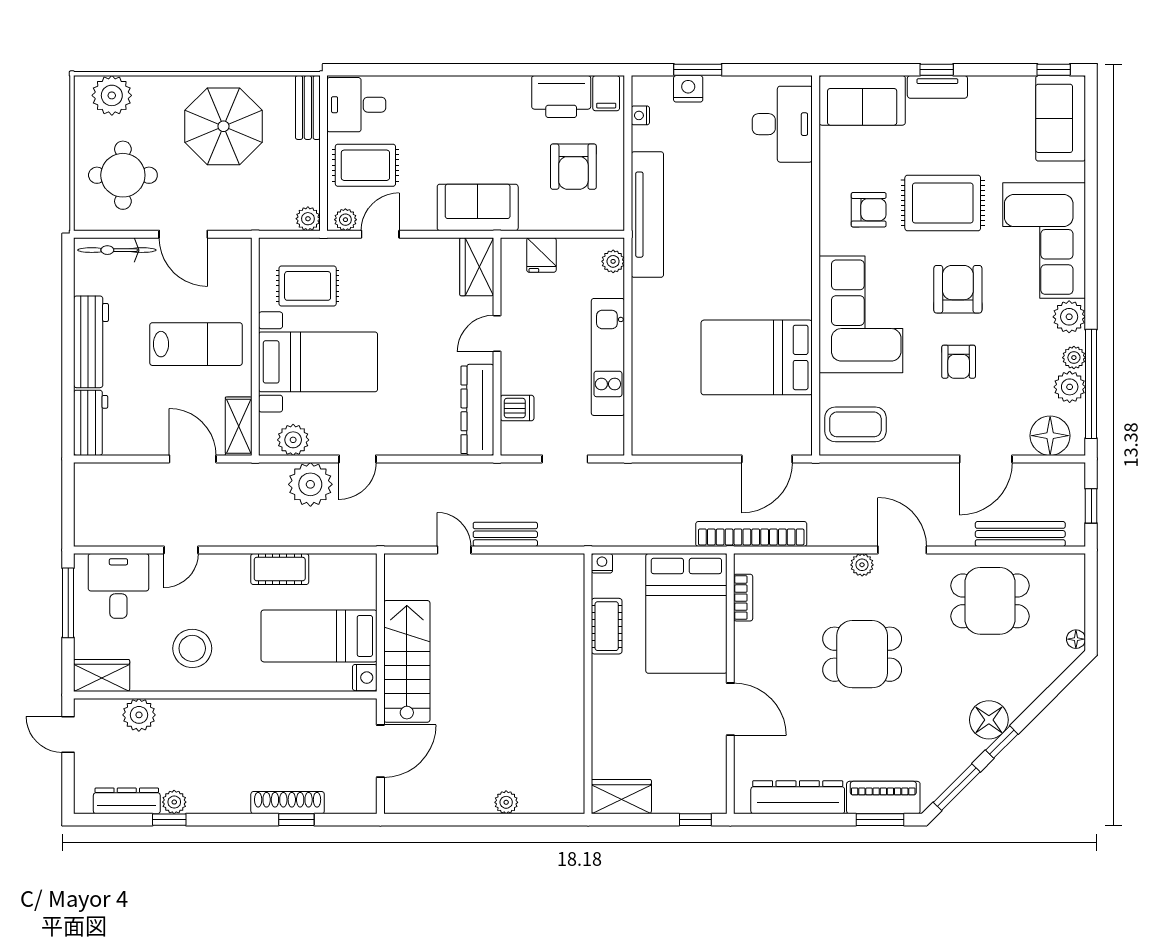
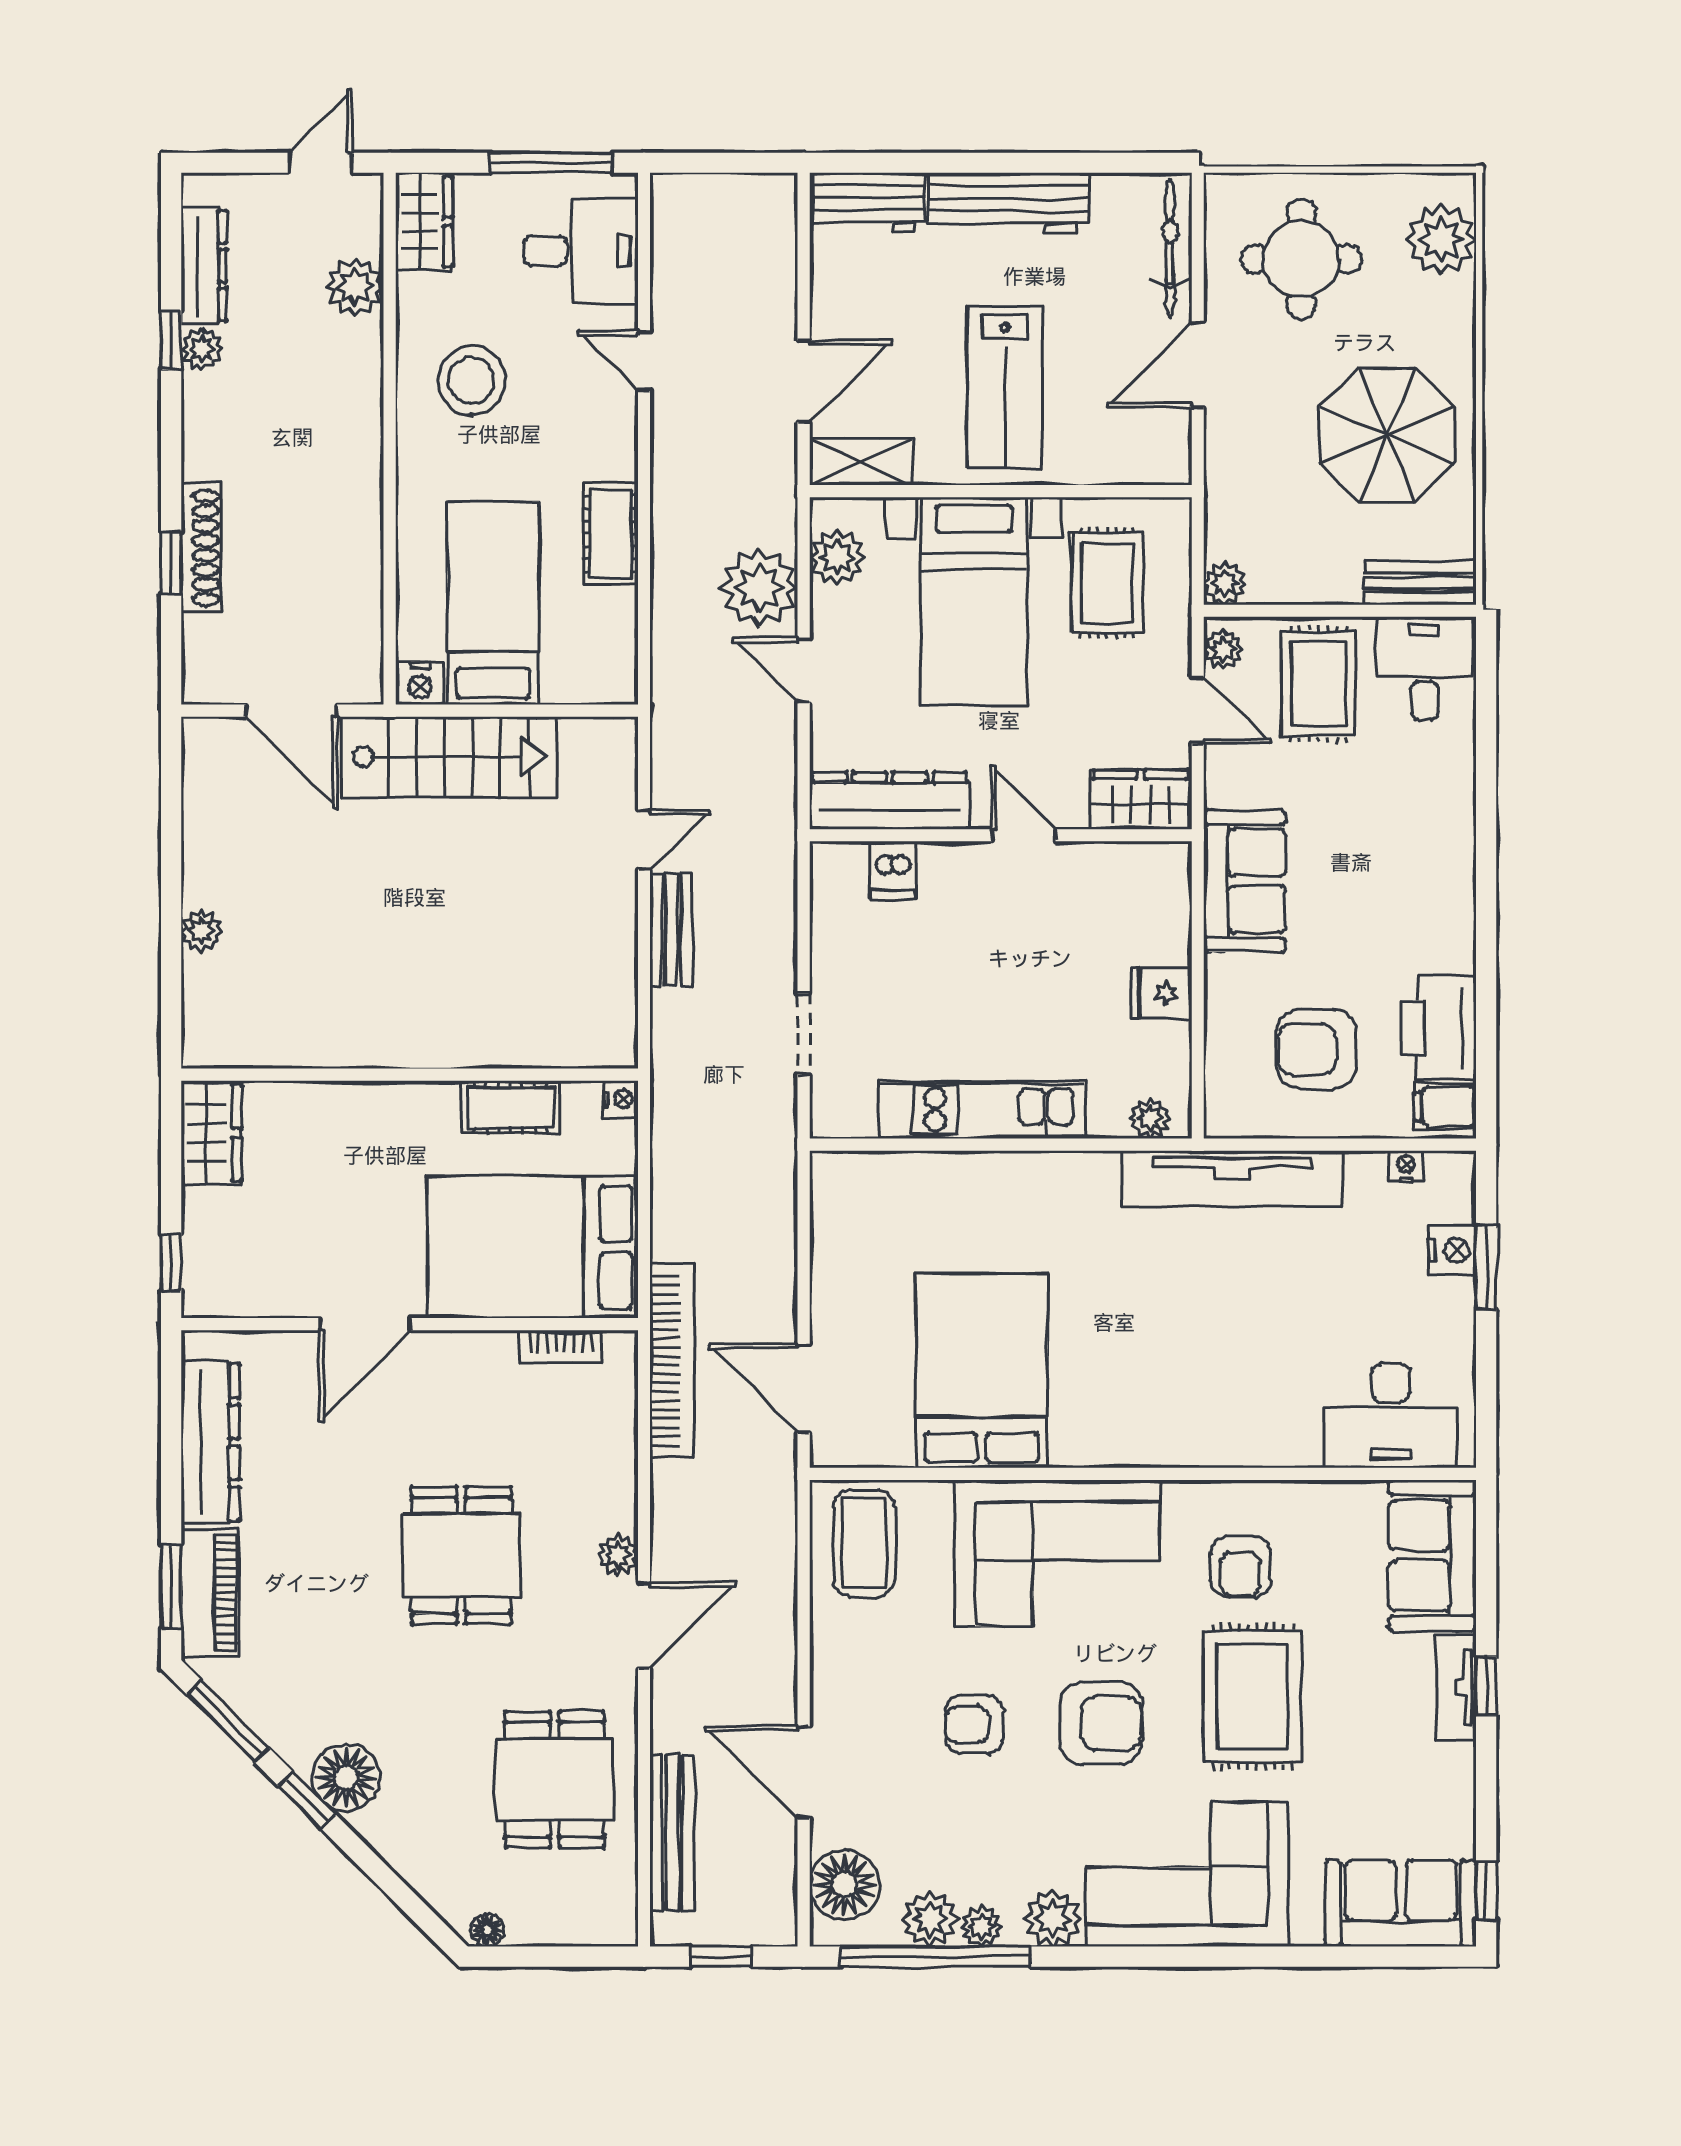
wardrobe: (477, 267) -> (1141, 800), moved
door: (497, 333) -> (1024, 835), moved
wall: (497, 347) -> (1001, 835), moved
dishwasher: (517, 408) -> (893, 870), moved
dresser: (477, 410) -> (890, 801), moved

